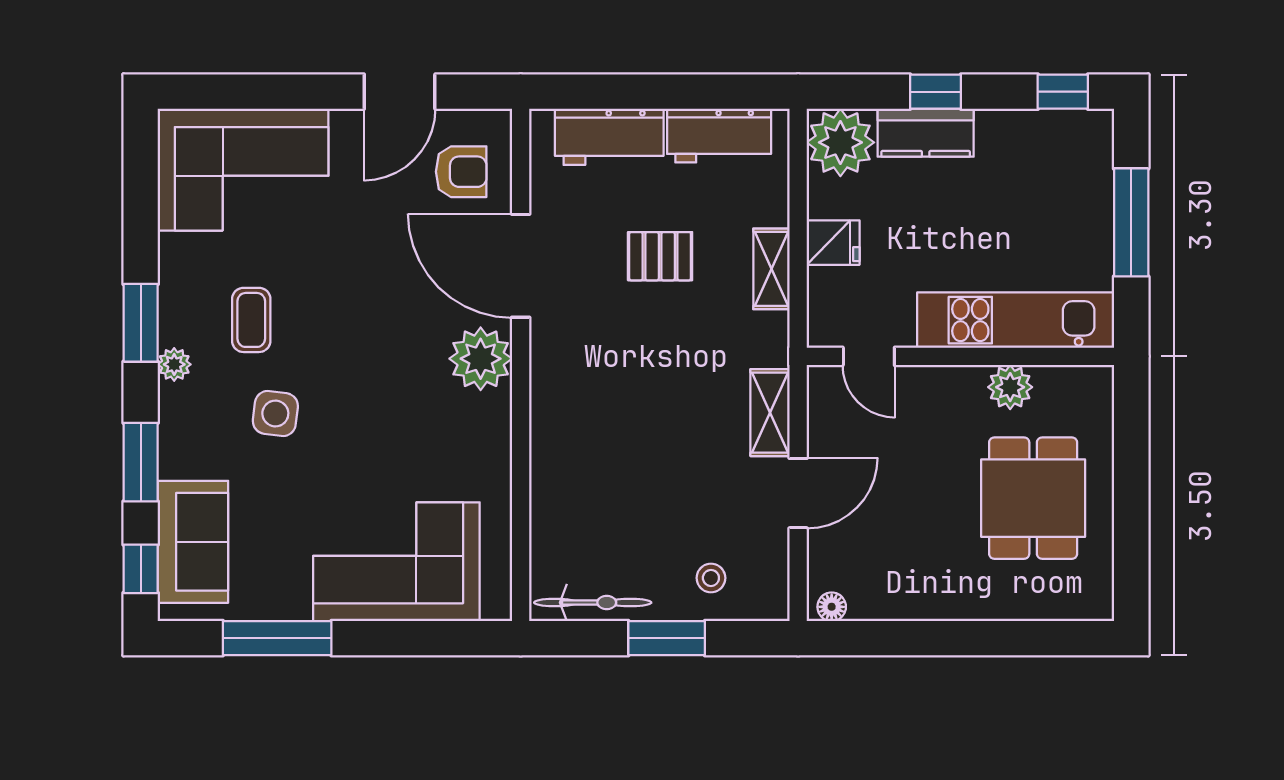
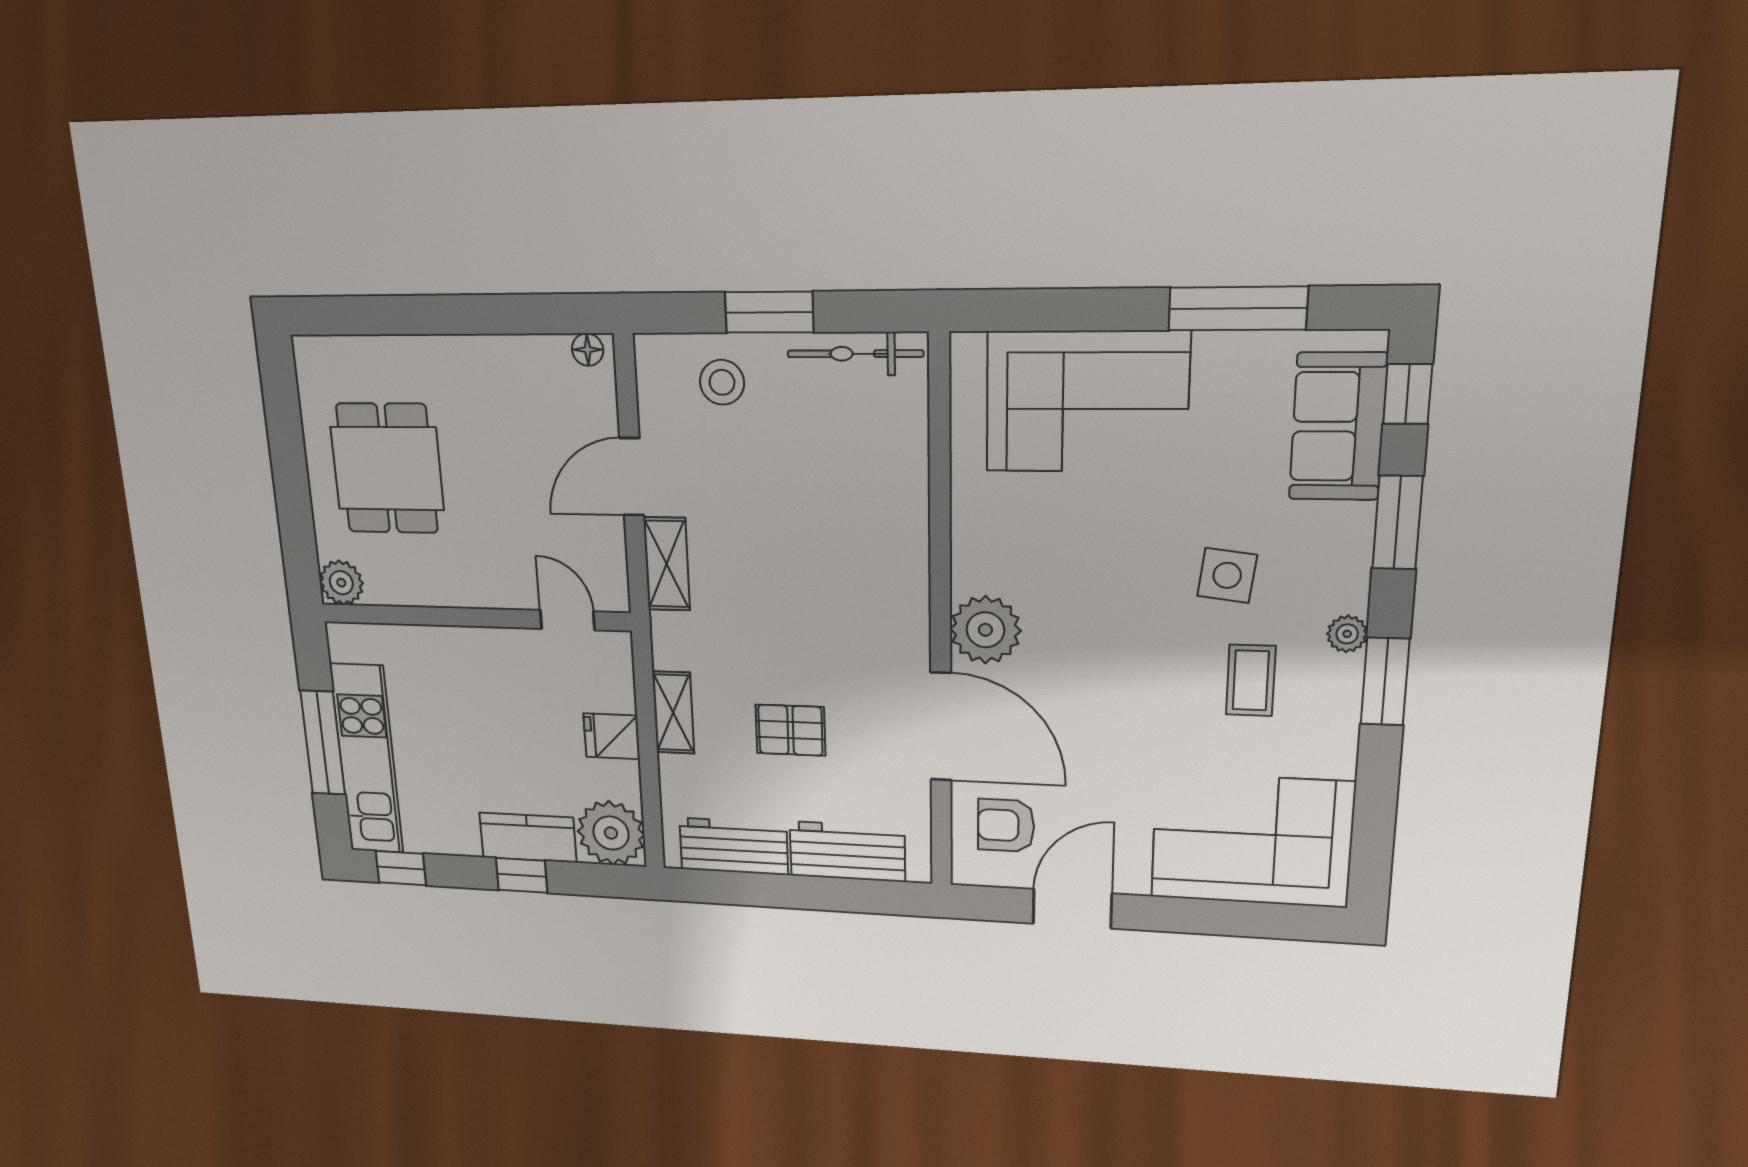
kitchen unit: (1016, 320) -> (367, 759), moved, turned -90
plant: (1010, 387) -> (341, 583), moved
stool: (711, 578) -> (722, 382), width x1.37, depth x1.37

